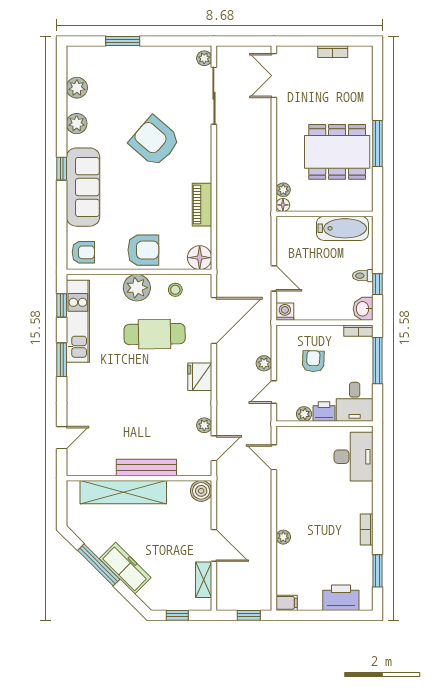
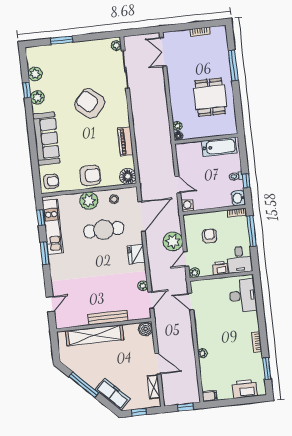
window: (378, 144) -> (233, 65), moved
dining table: (337, 152) -> (210, 97), width x0.73
window: (62, 169) -> (27, 90), moved
plant: (264, 363) -> (173, 241), width x1.87, depth x1.87
plant: (304, 414) -> (195, 273), moved
freezer: (125, 568) -> (113, 394), moved

